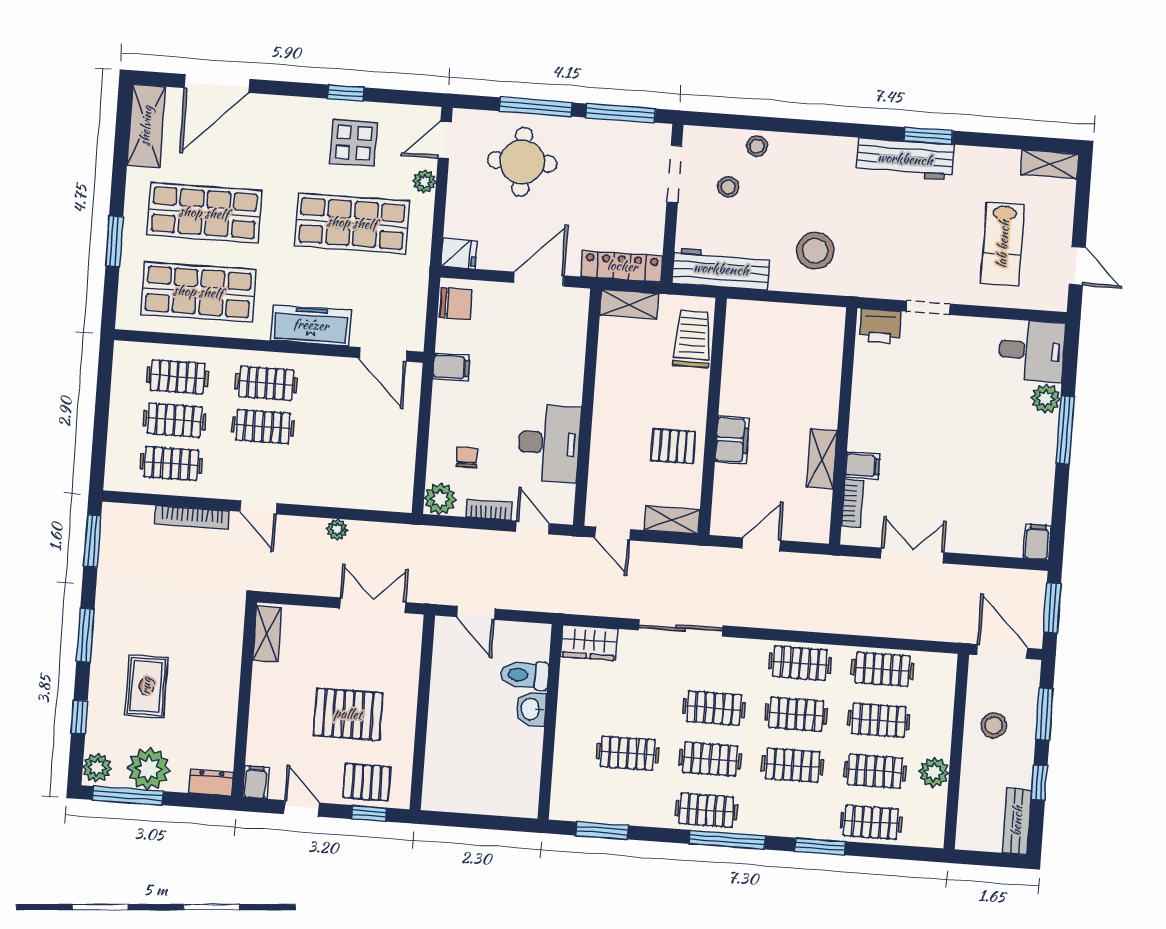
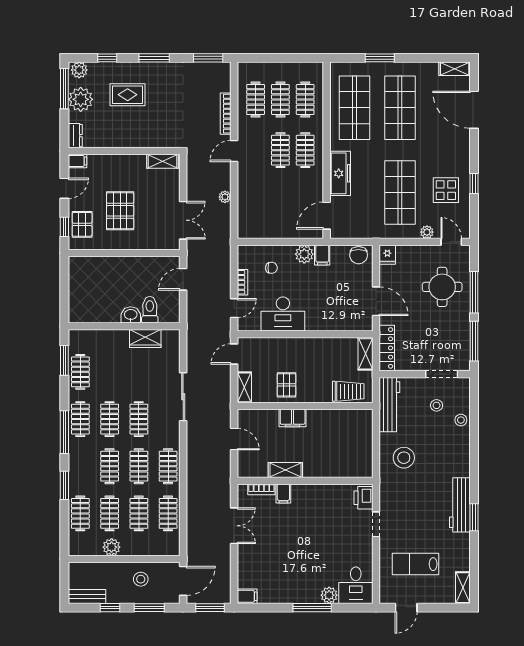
shelving: (146, 126) -> (455, 69), width x0.67, depth x0.75
plant: (440, 499) -> (304, 254), moved
wardrobe: (589, 643) -> (145, 339), moved, turned -90
clothes rail: (628, 753) -> (80, 372), moved

